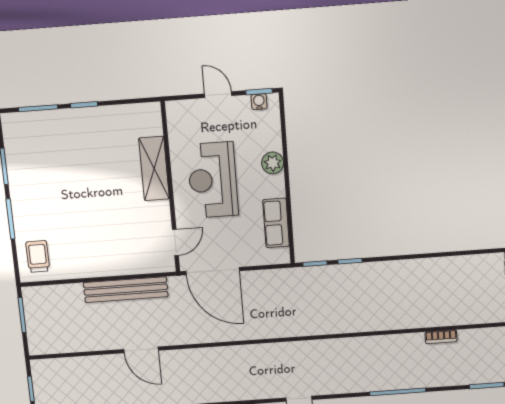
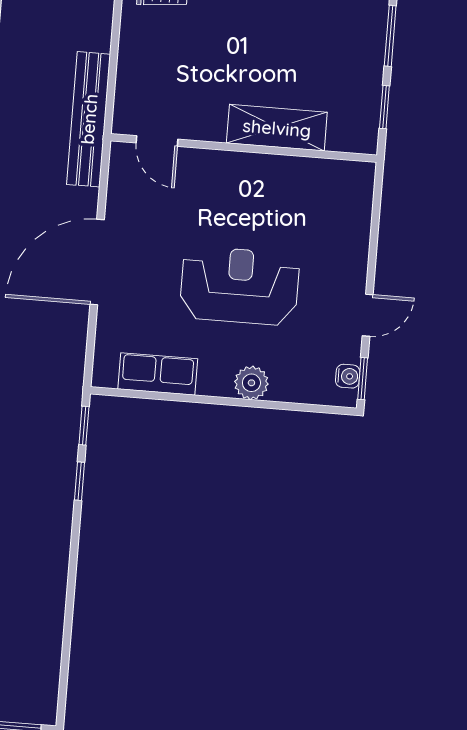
shelving: (154, 169) -> (277, 128), moved
wall: (170, 188) -> (244, 148), moved
door: (175, 242) -> (157, 141), moved

